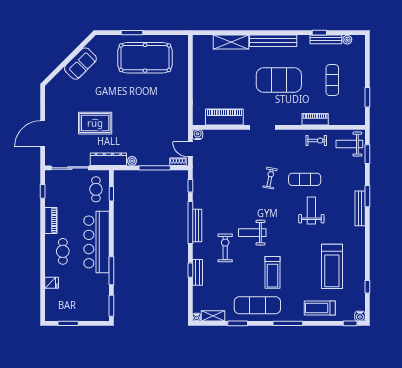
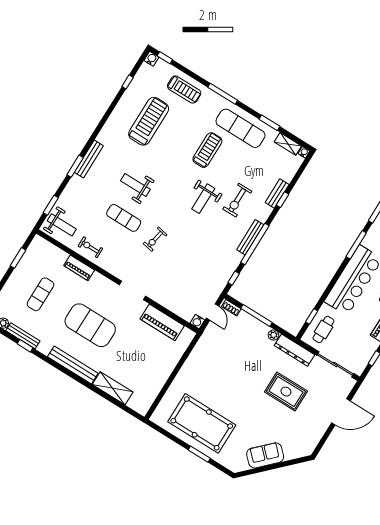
weight bench: (311, 211) -> (135, 185), turned 90
weight bench: (252, 233) -> (203, 199), turned 90

